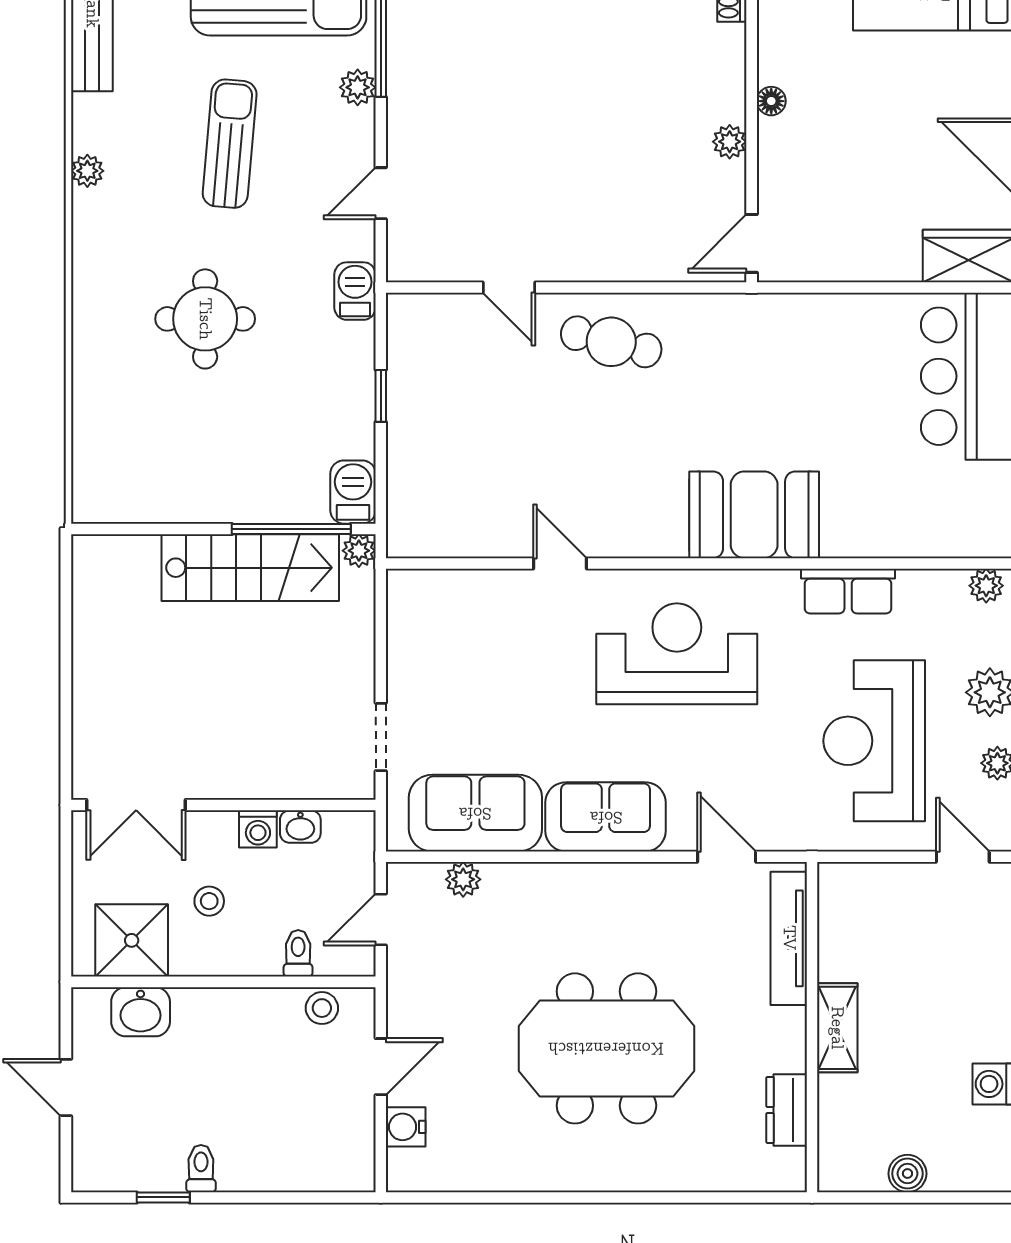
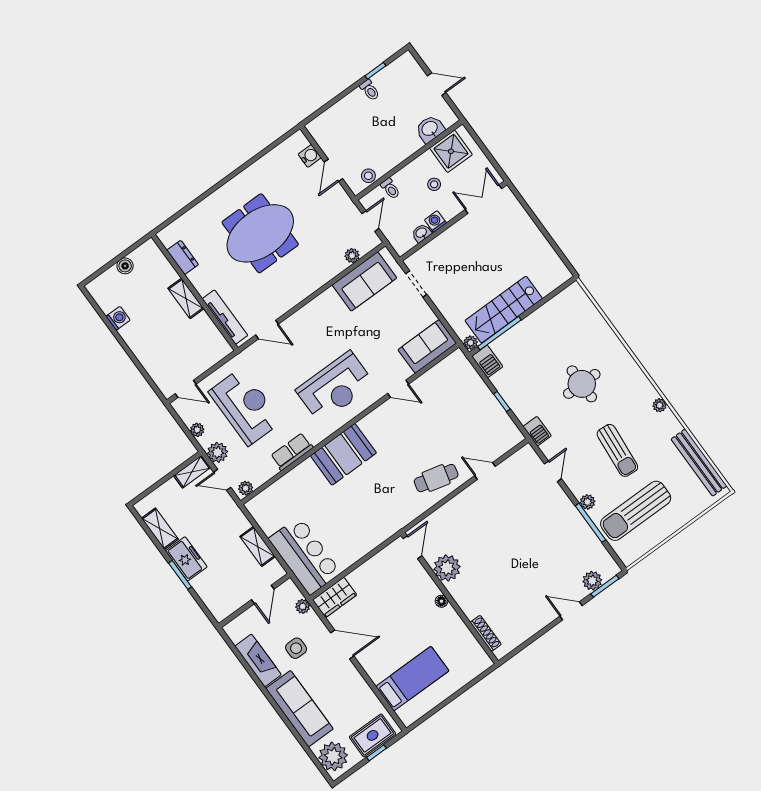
plant: (730, 142) -> (447, 568), width x1.88, depth x1.88
sofa: (606, 817) -> (427, 346), moved, turned 180

